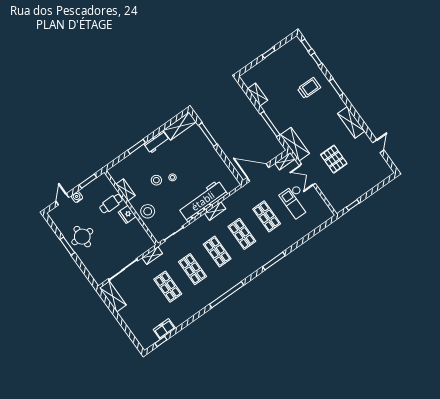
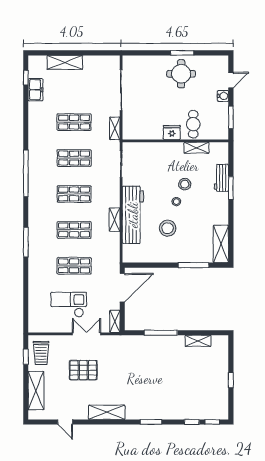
trolley: (309, 88) -> (41, 353), moved
workbench: (157, 142) -> (221, 178), moved
shelving: (295, 144) -> (36, 391), moved, turned 90
door: (62, 199) -> (231, 80), hinge flipped
stool: (148, 211) -> (168, 228), moved
shelving: (113, 296) -> (65, 62), moved

